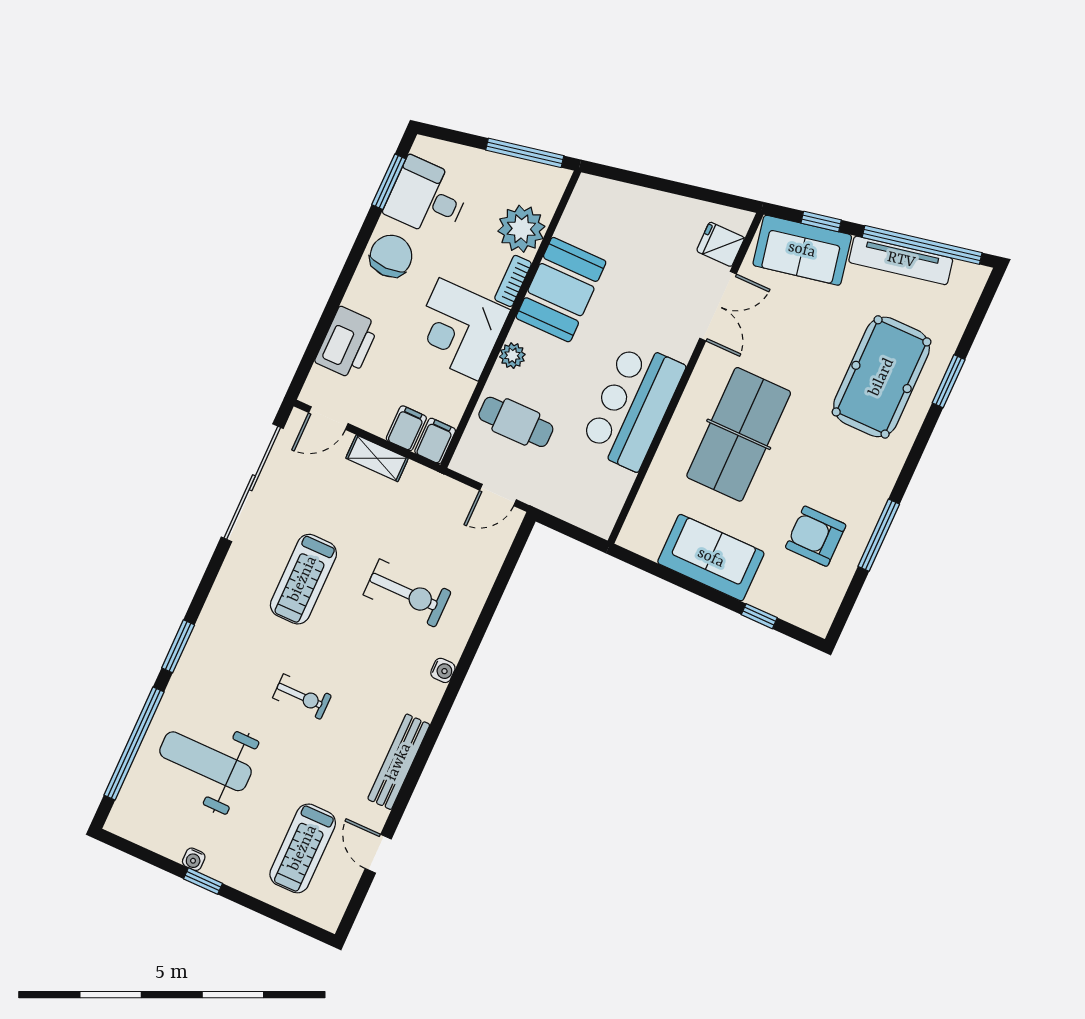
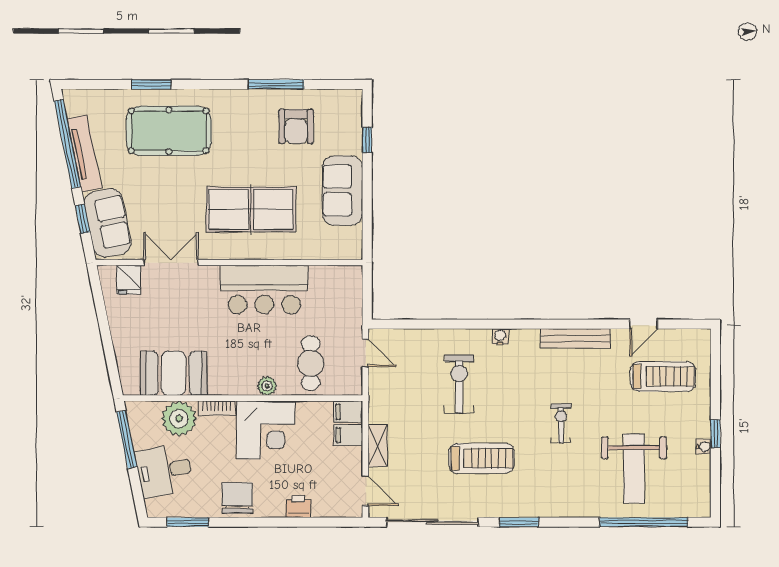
desk: (427, 198) -> (164, 471), moved, turned 79
chair: (391, 256) -> (237, 498), turned 90
booth: (561, 290) -> (174, 373), moved
printer: (347, 343) -> (298, 506), width x0.53, depth x0.68
window: (178, 646) -> (519, 522), moved

